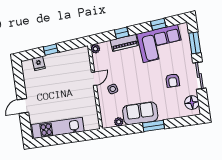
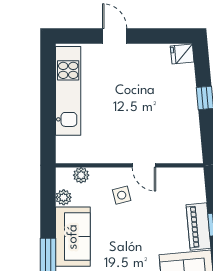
plant: (95, 49) -> (81, 175), moved
fridge: (39, 64) -> (182, 54), moved

